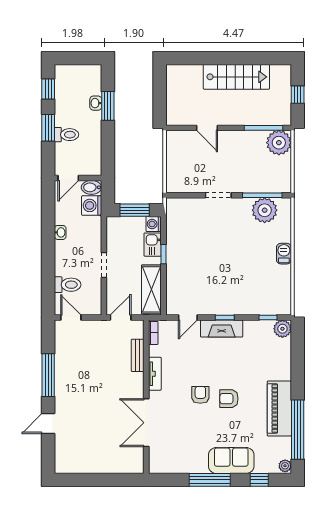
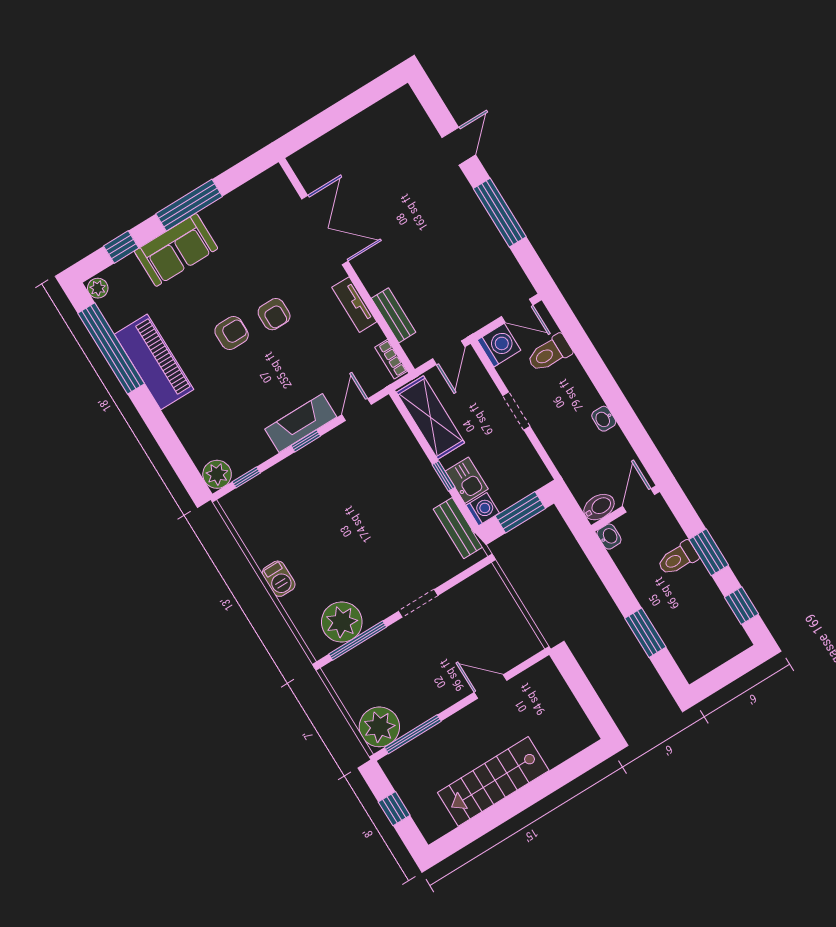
washbasin: (96, 103) -> (609, 537), moved
washing machine: (92, 205) -> (499, 345), moved
bench: (173, 222) -> (458, 528), added

